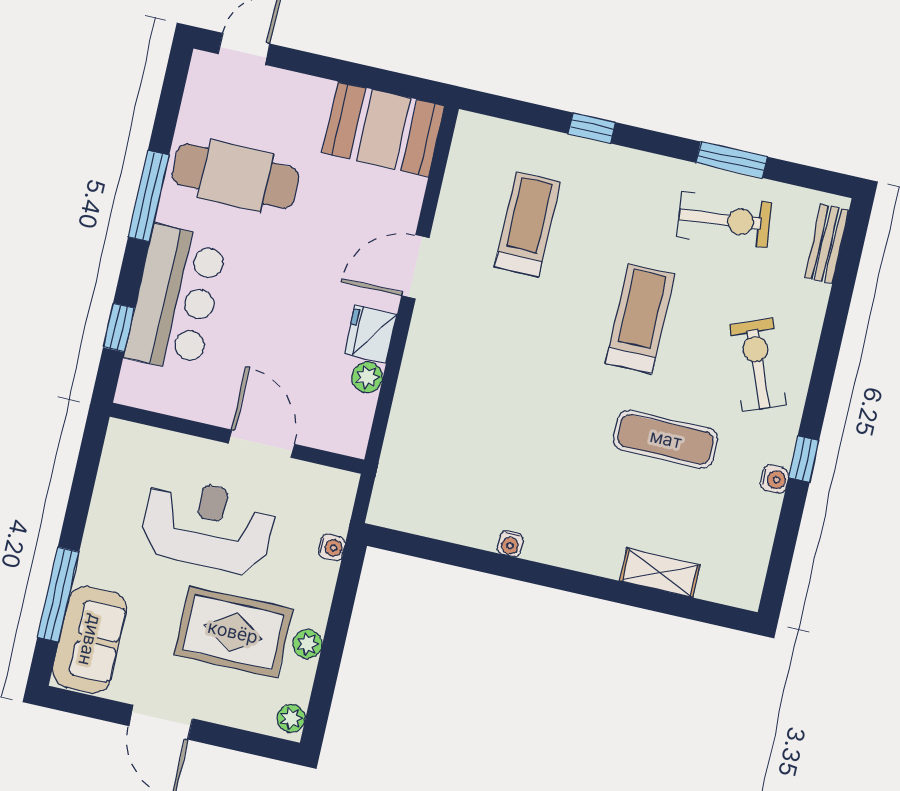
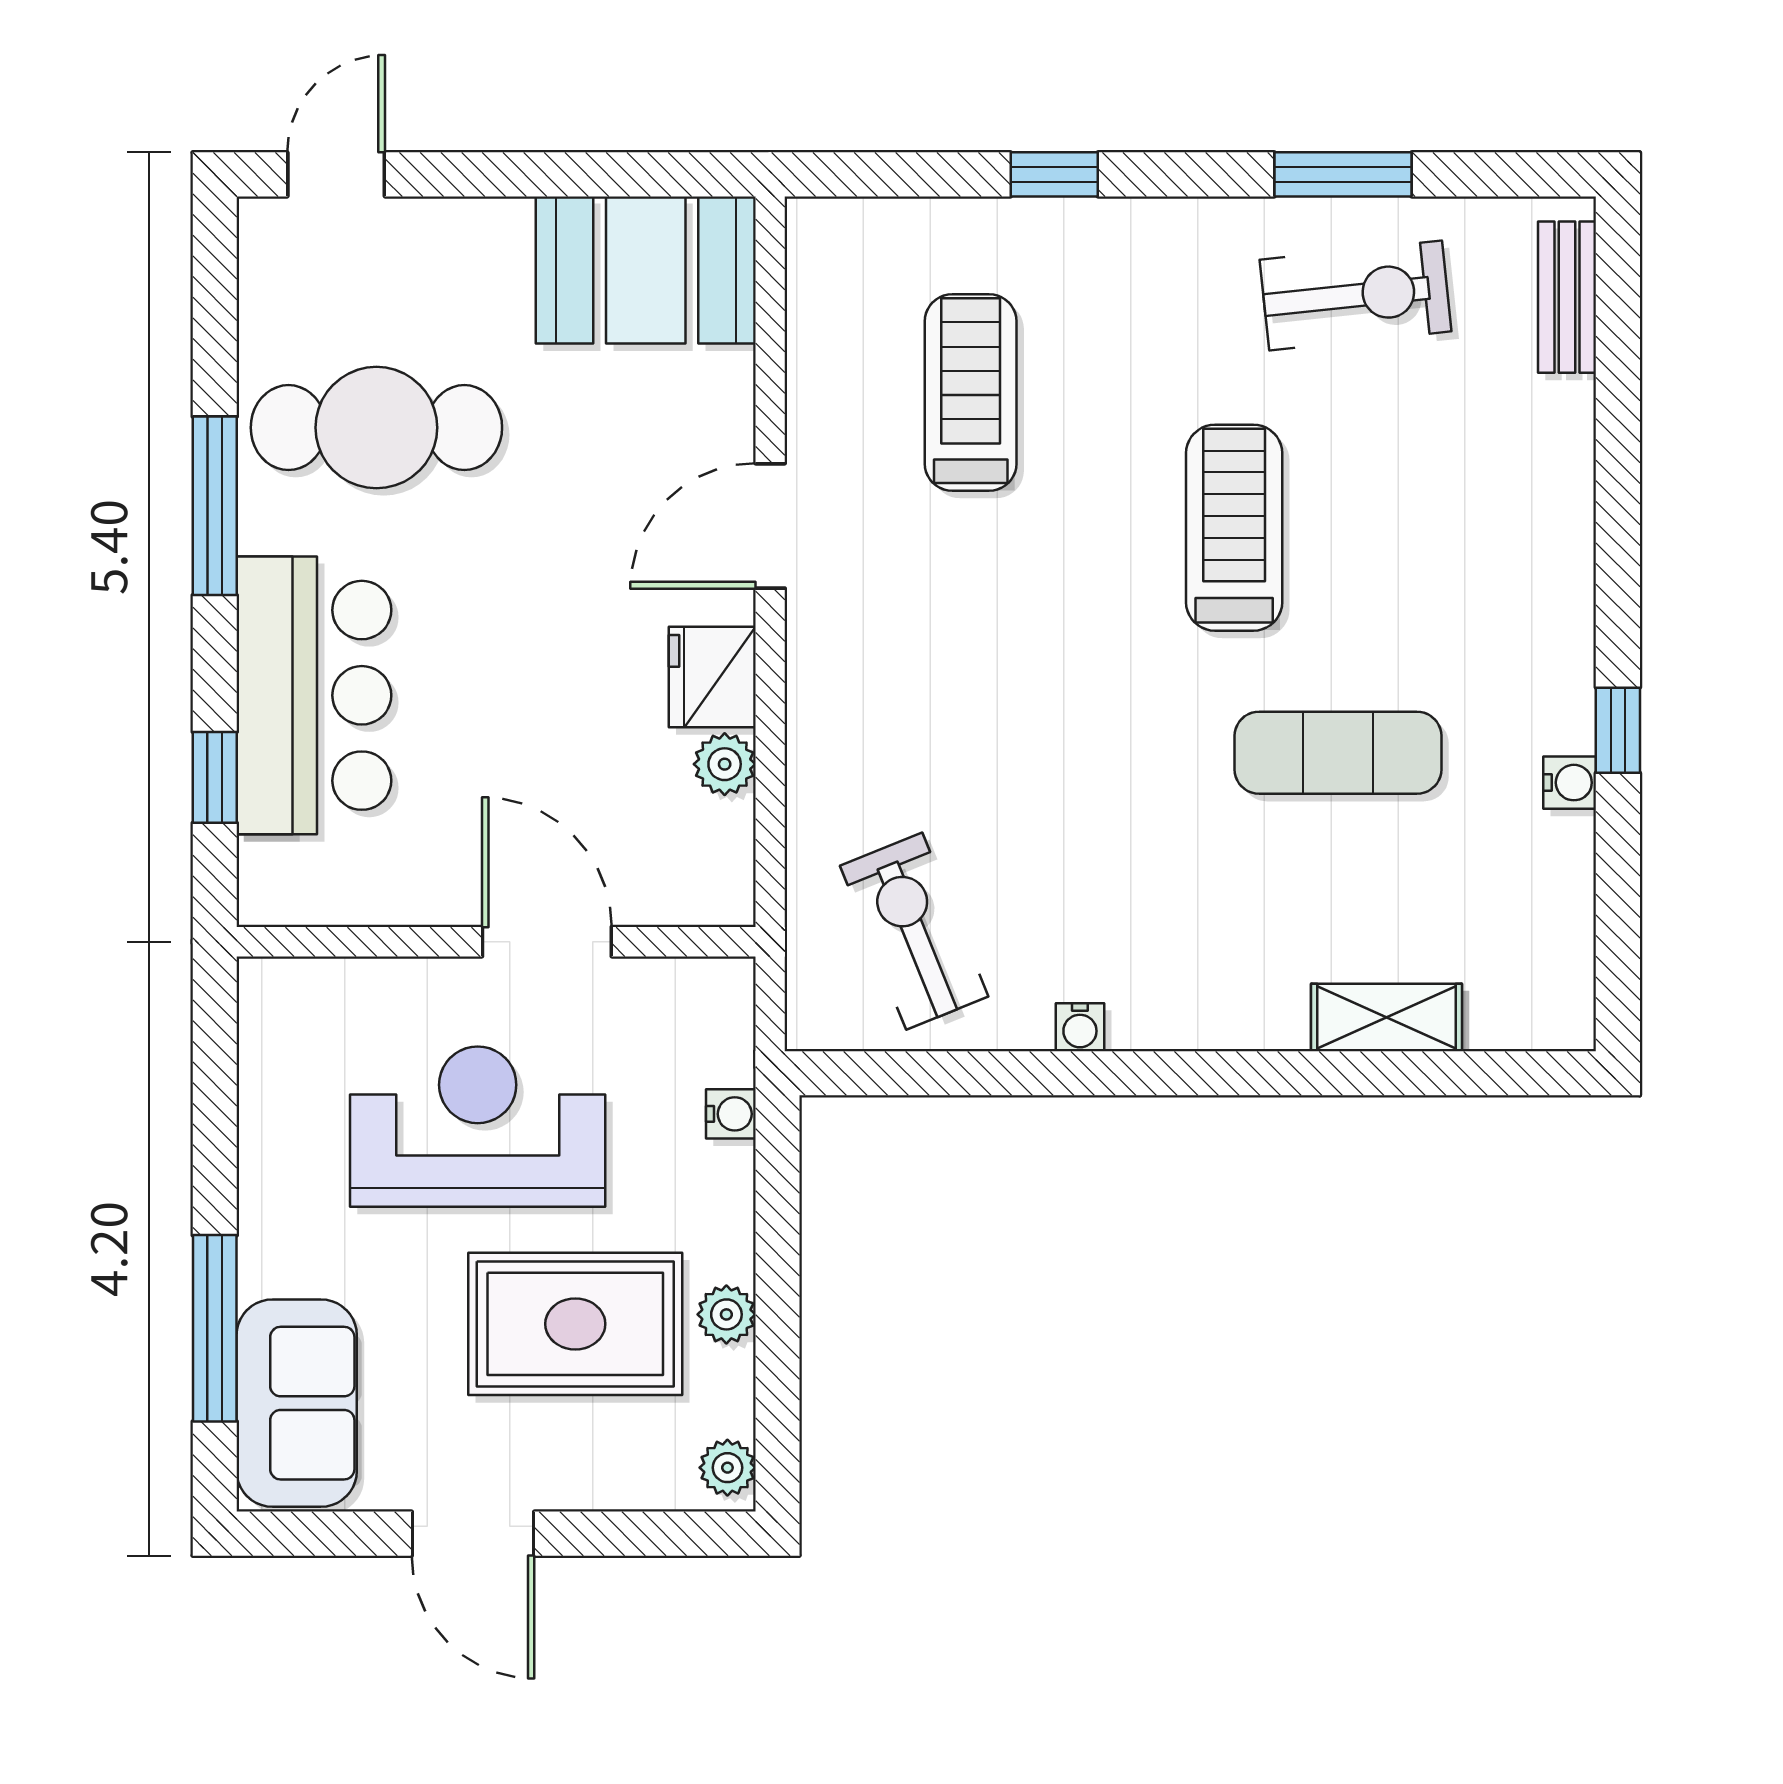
exercise bike: (758, 365) -> (914, 931), moved

